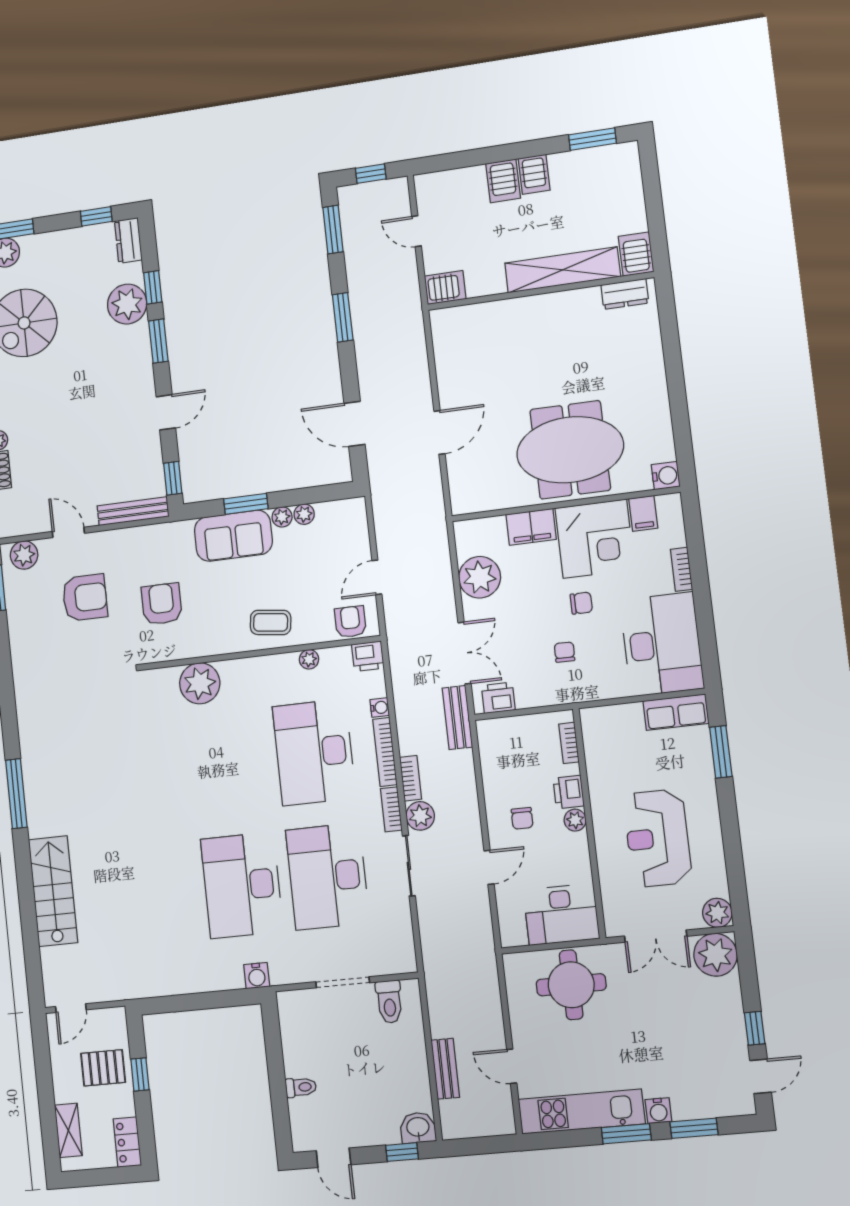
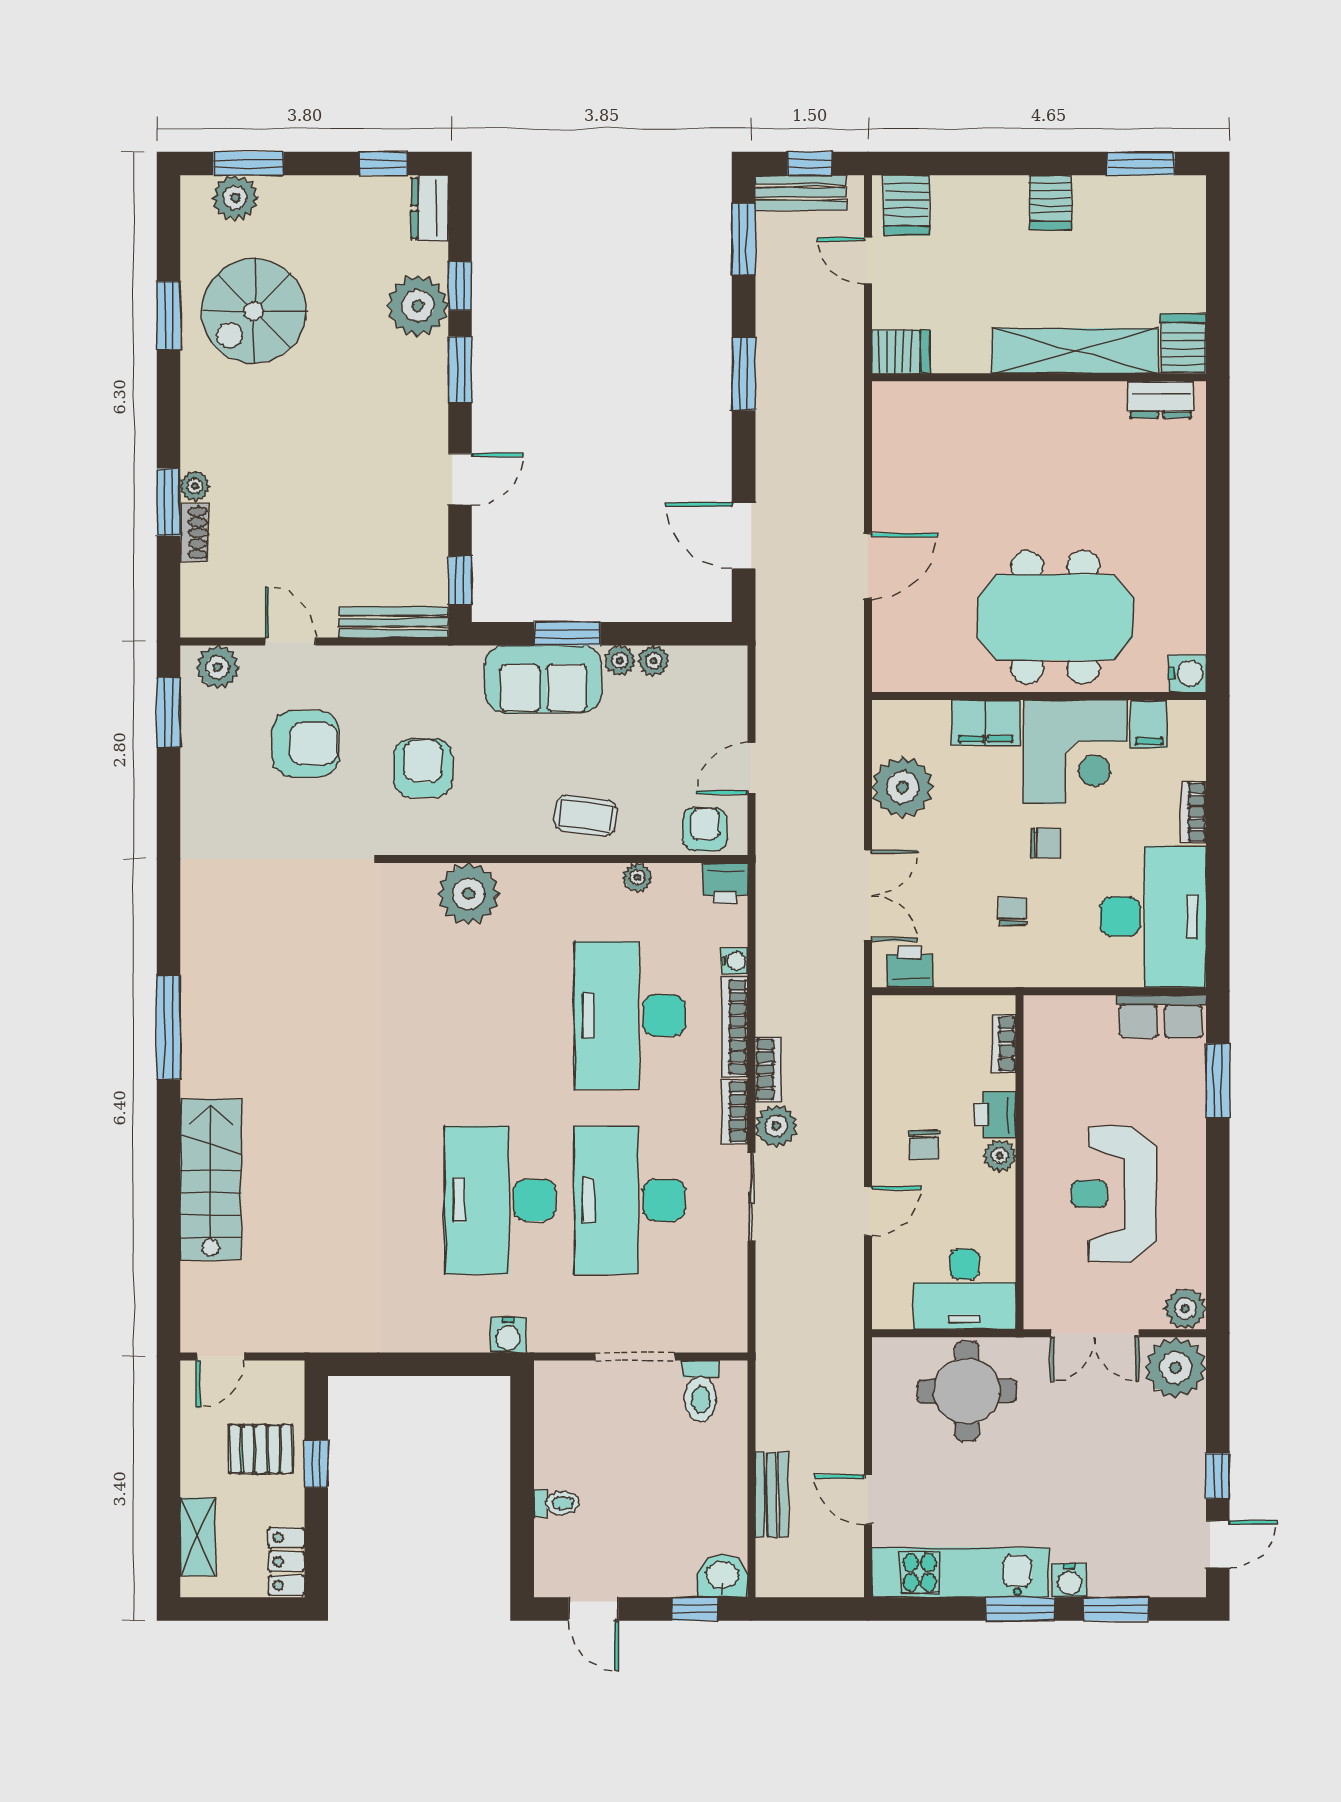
server rack: (503, 181) -> (906, 205), moved
bench: (457, 717) -> (801, 193), moved, turned 90

